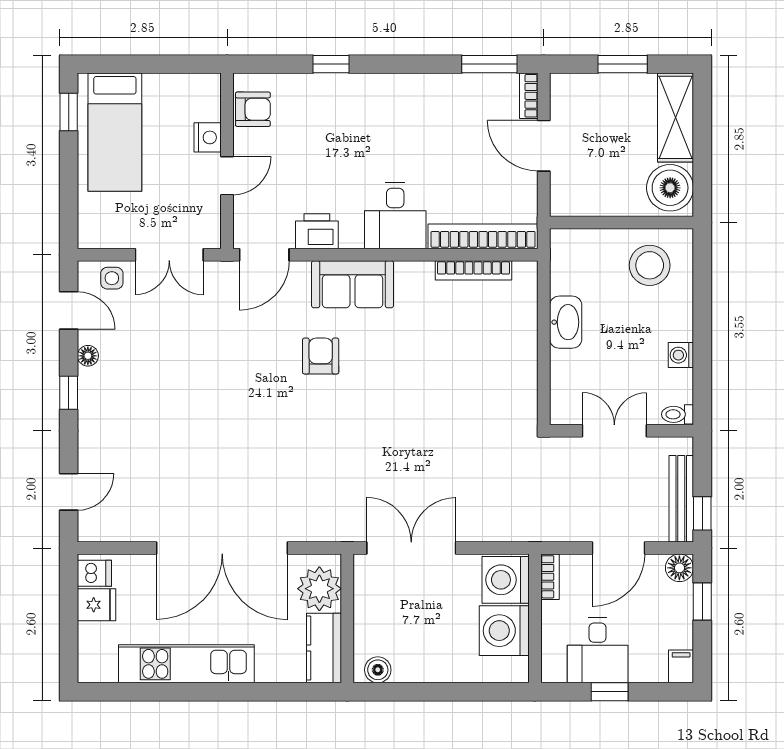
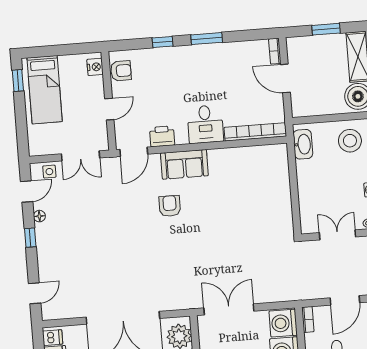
window: (489, 64) -> (207, 39), moved
nightstand: (208, 137) -> (95, 67), moved
bookcase: (473, 270) -> (251, 151), removed
door: (69, 310) -> (27, 192), hinge flipped
washbasin: (566, 322) -> (303, 144), moved

